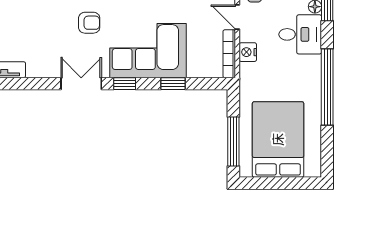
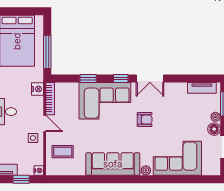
armchair: (89, 23) -> (145, 120), turned 180
nightstand: (248, 52) -> (38, 89), moved
window: (233, 141) -> (47, 52), moved

